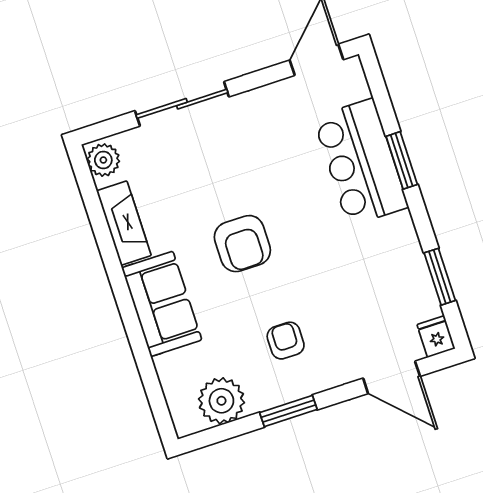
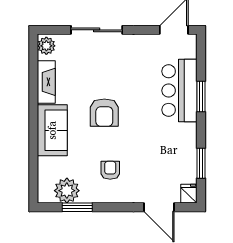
window: (288, 411) -> (77, 207), moved

